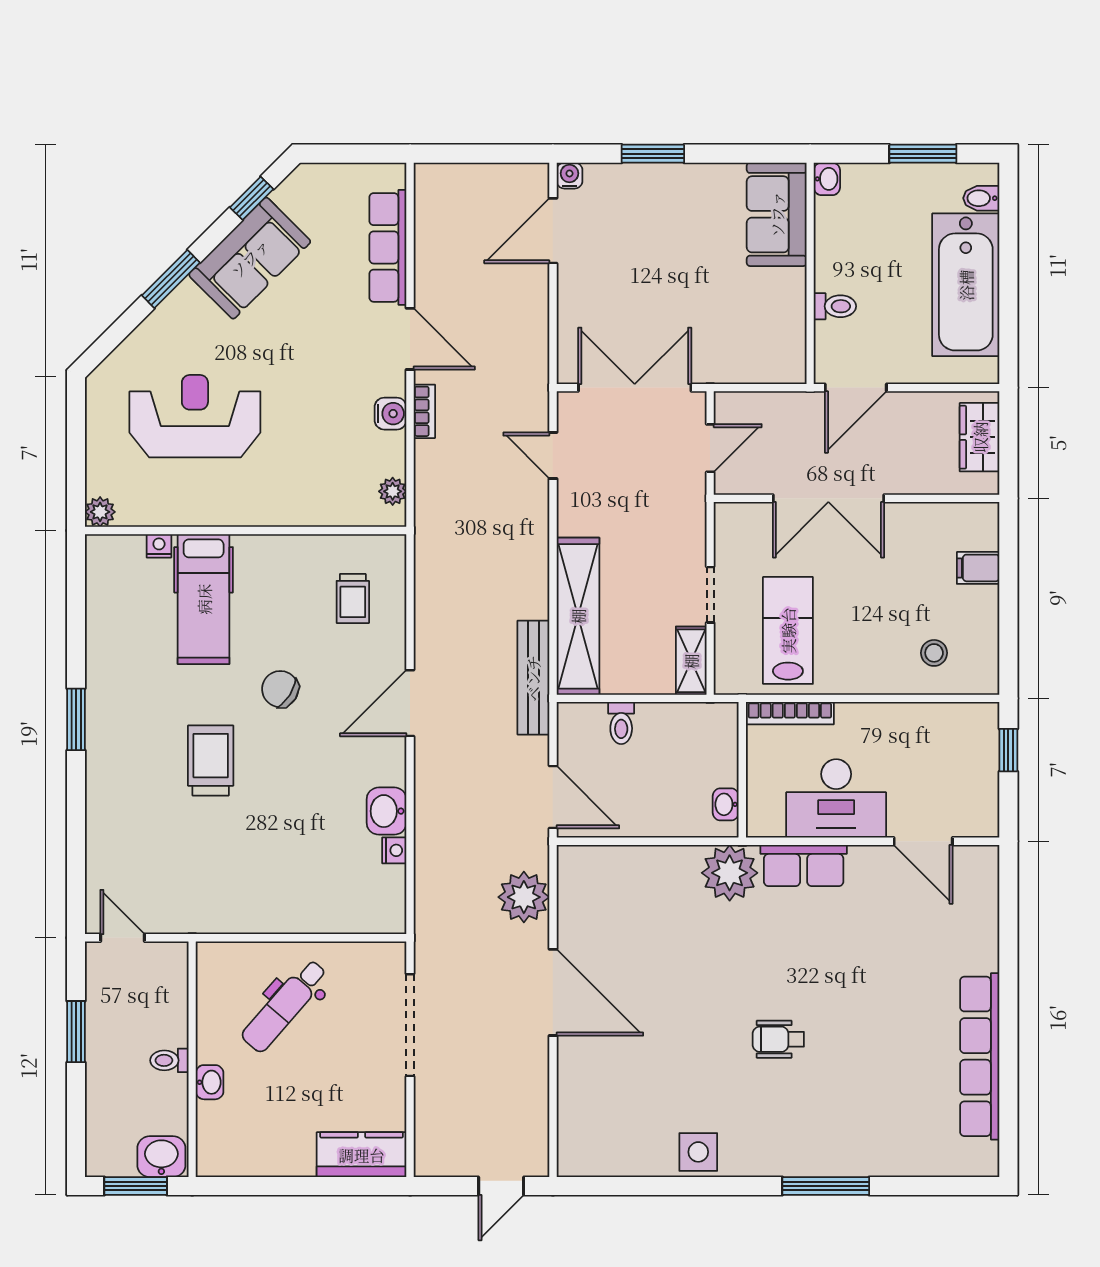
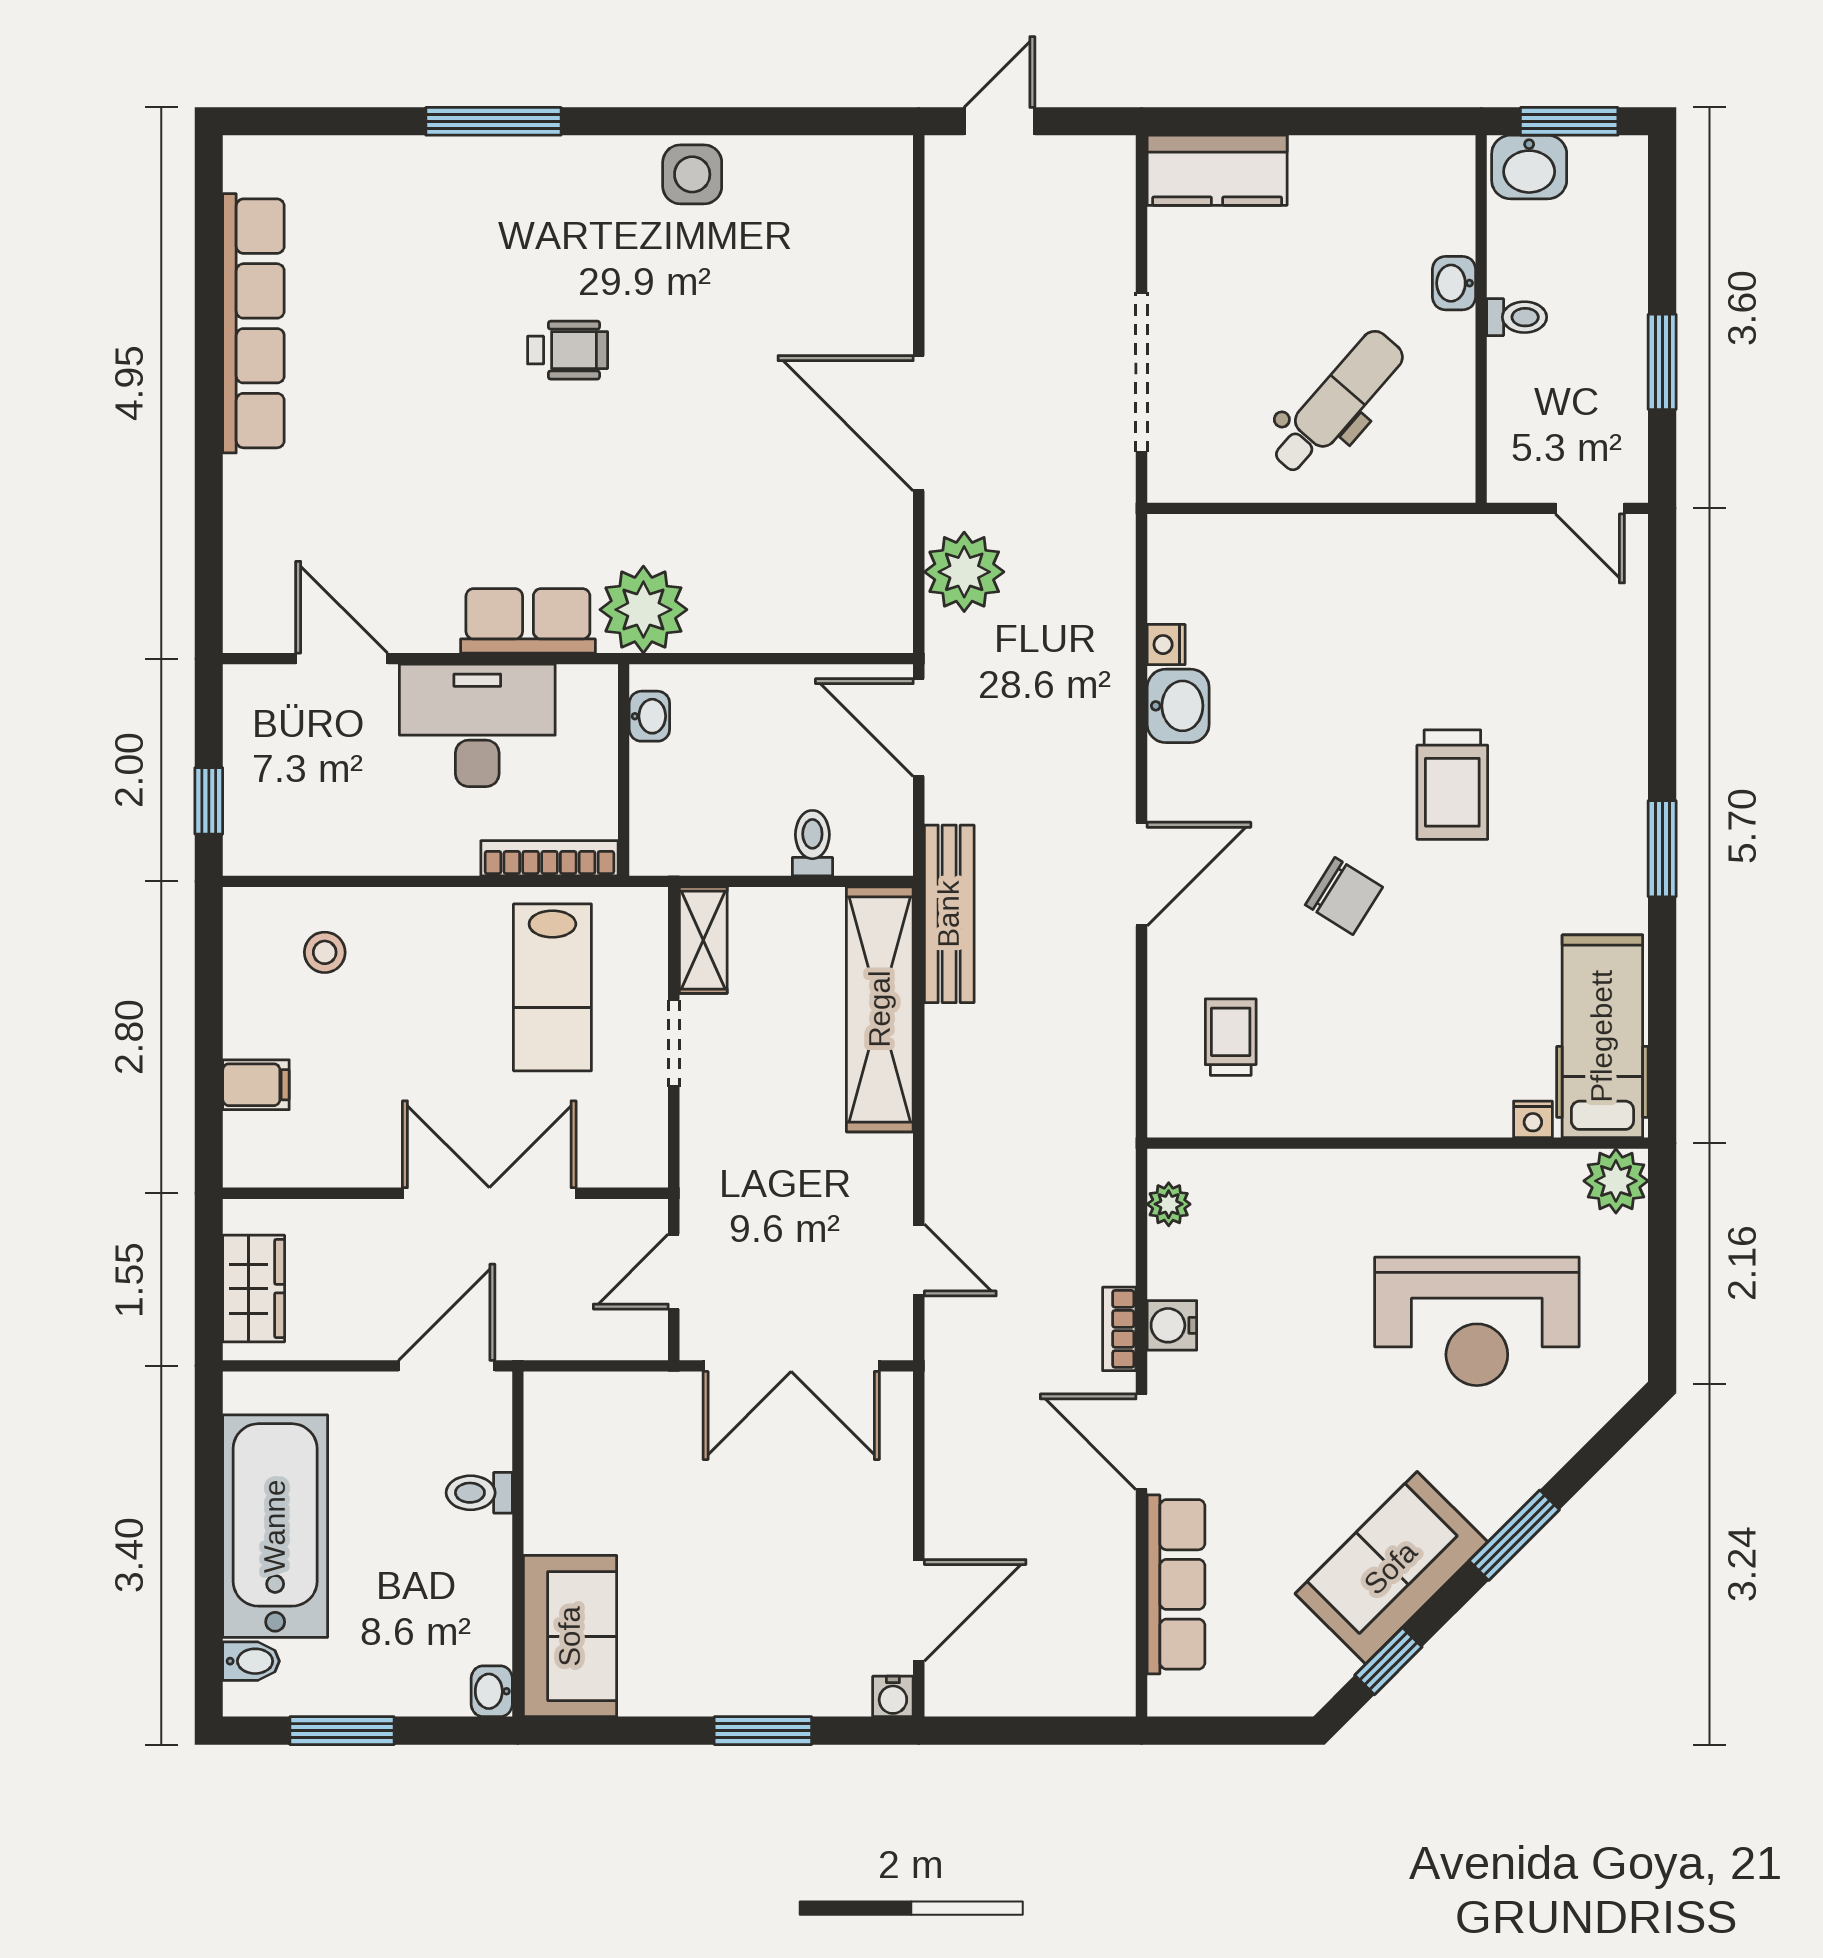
plant: (100, 512) -> (1616, 1181), width x1.38, depth x1.38
hospital bed: (204, 599) -> (1602, 1036), moved

